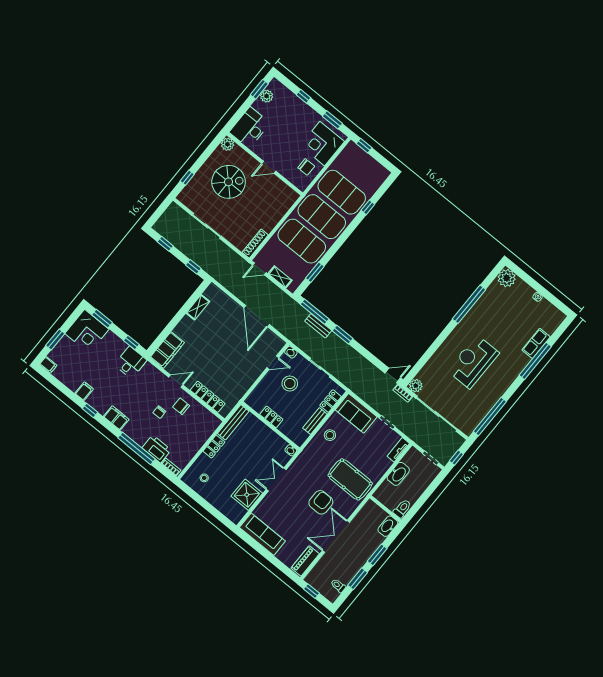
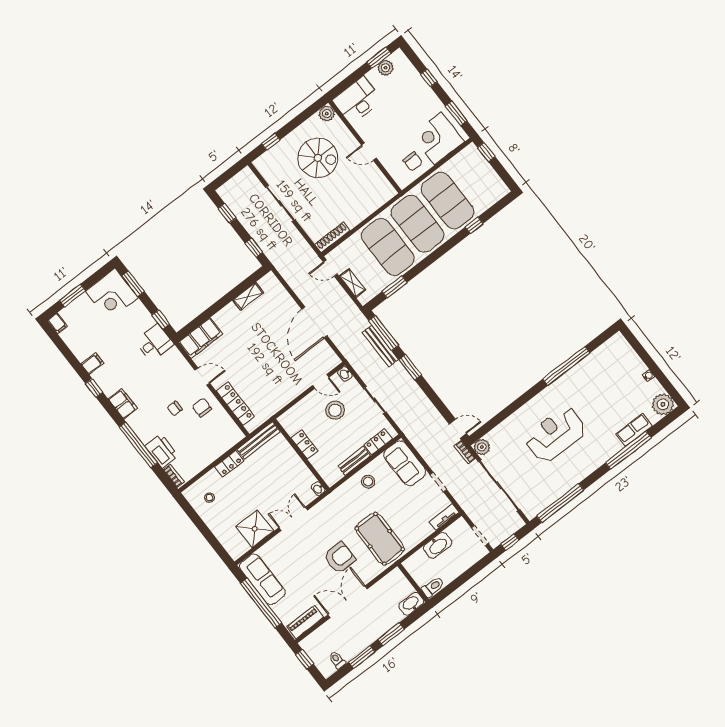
plant: (507, 278) -> (663, 404), moved
bench: (318, 326) -> (380, 346), width x1.36
window: (266, 554) -> (261, 603), added

